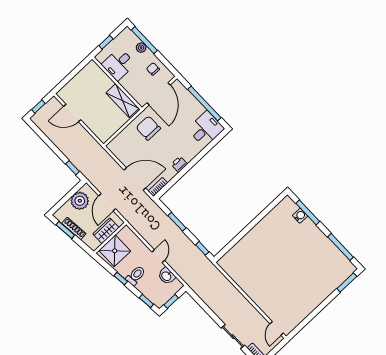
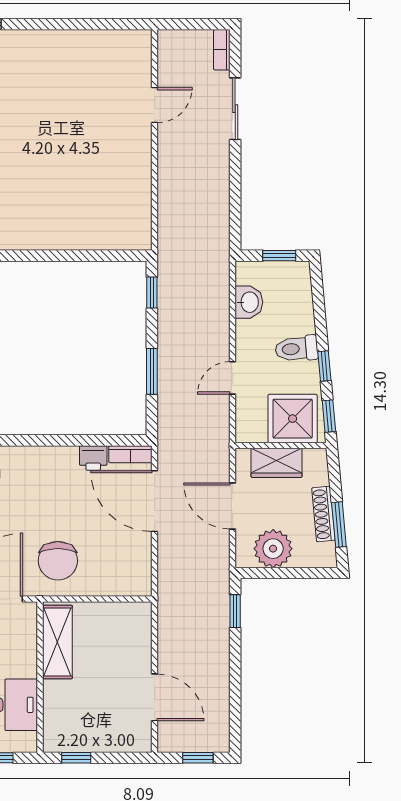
window: (79, 68) -> (76, 758), added
printer: (179, 164) -> (93, 458), moved
door: (107, 202) -> (233, 506), swing flipped
door: (158, 256) -> (233, 378), moved
window: (146, 301) -> (329, 416), moved
door: (277, 328) -> (155, 105), moved

